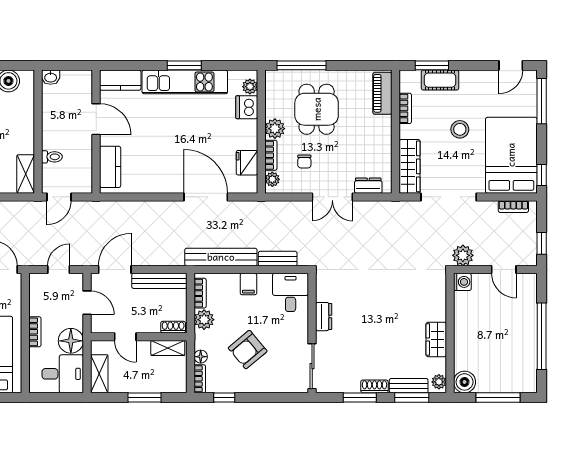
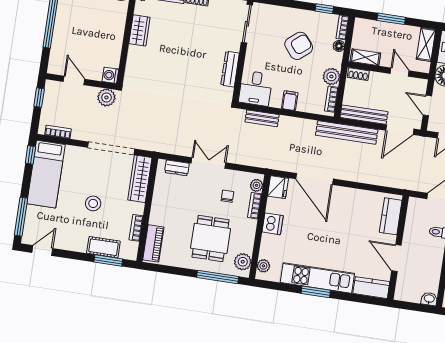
dishwasher: (247, 107) -> (273, 224), moved
plant: (275, 129) -> (243, 262), moved
bed: (511, 155) -> (46, 174), width x0.67
fridge: (247, 163) -> (278, 187), moved
bench: (221, 257) -> (347, 132), moved
dresser: (324, 317) -> (230, 69), width x1.44

